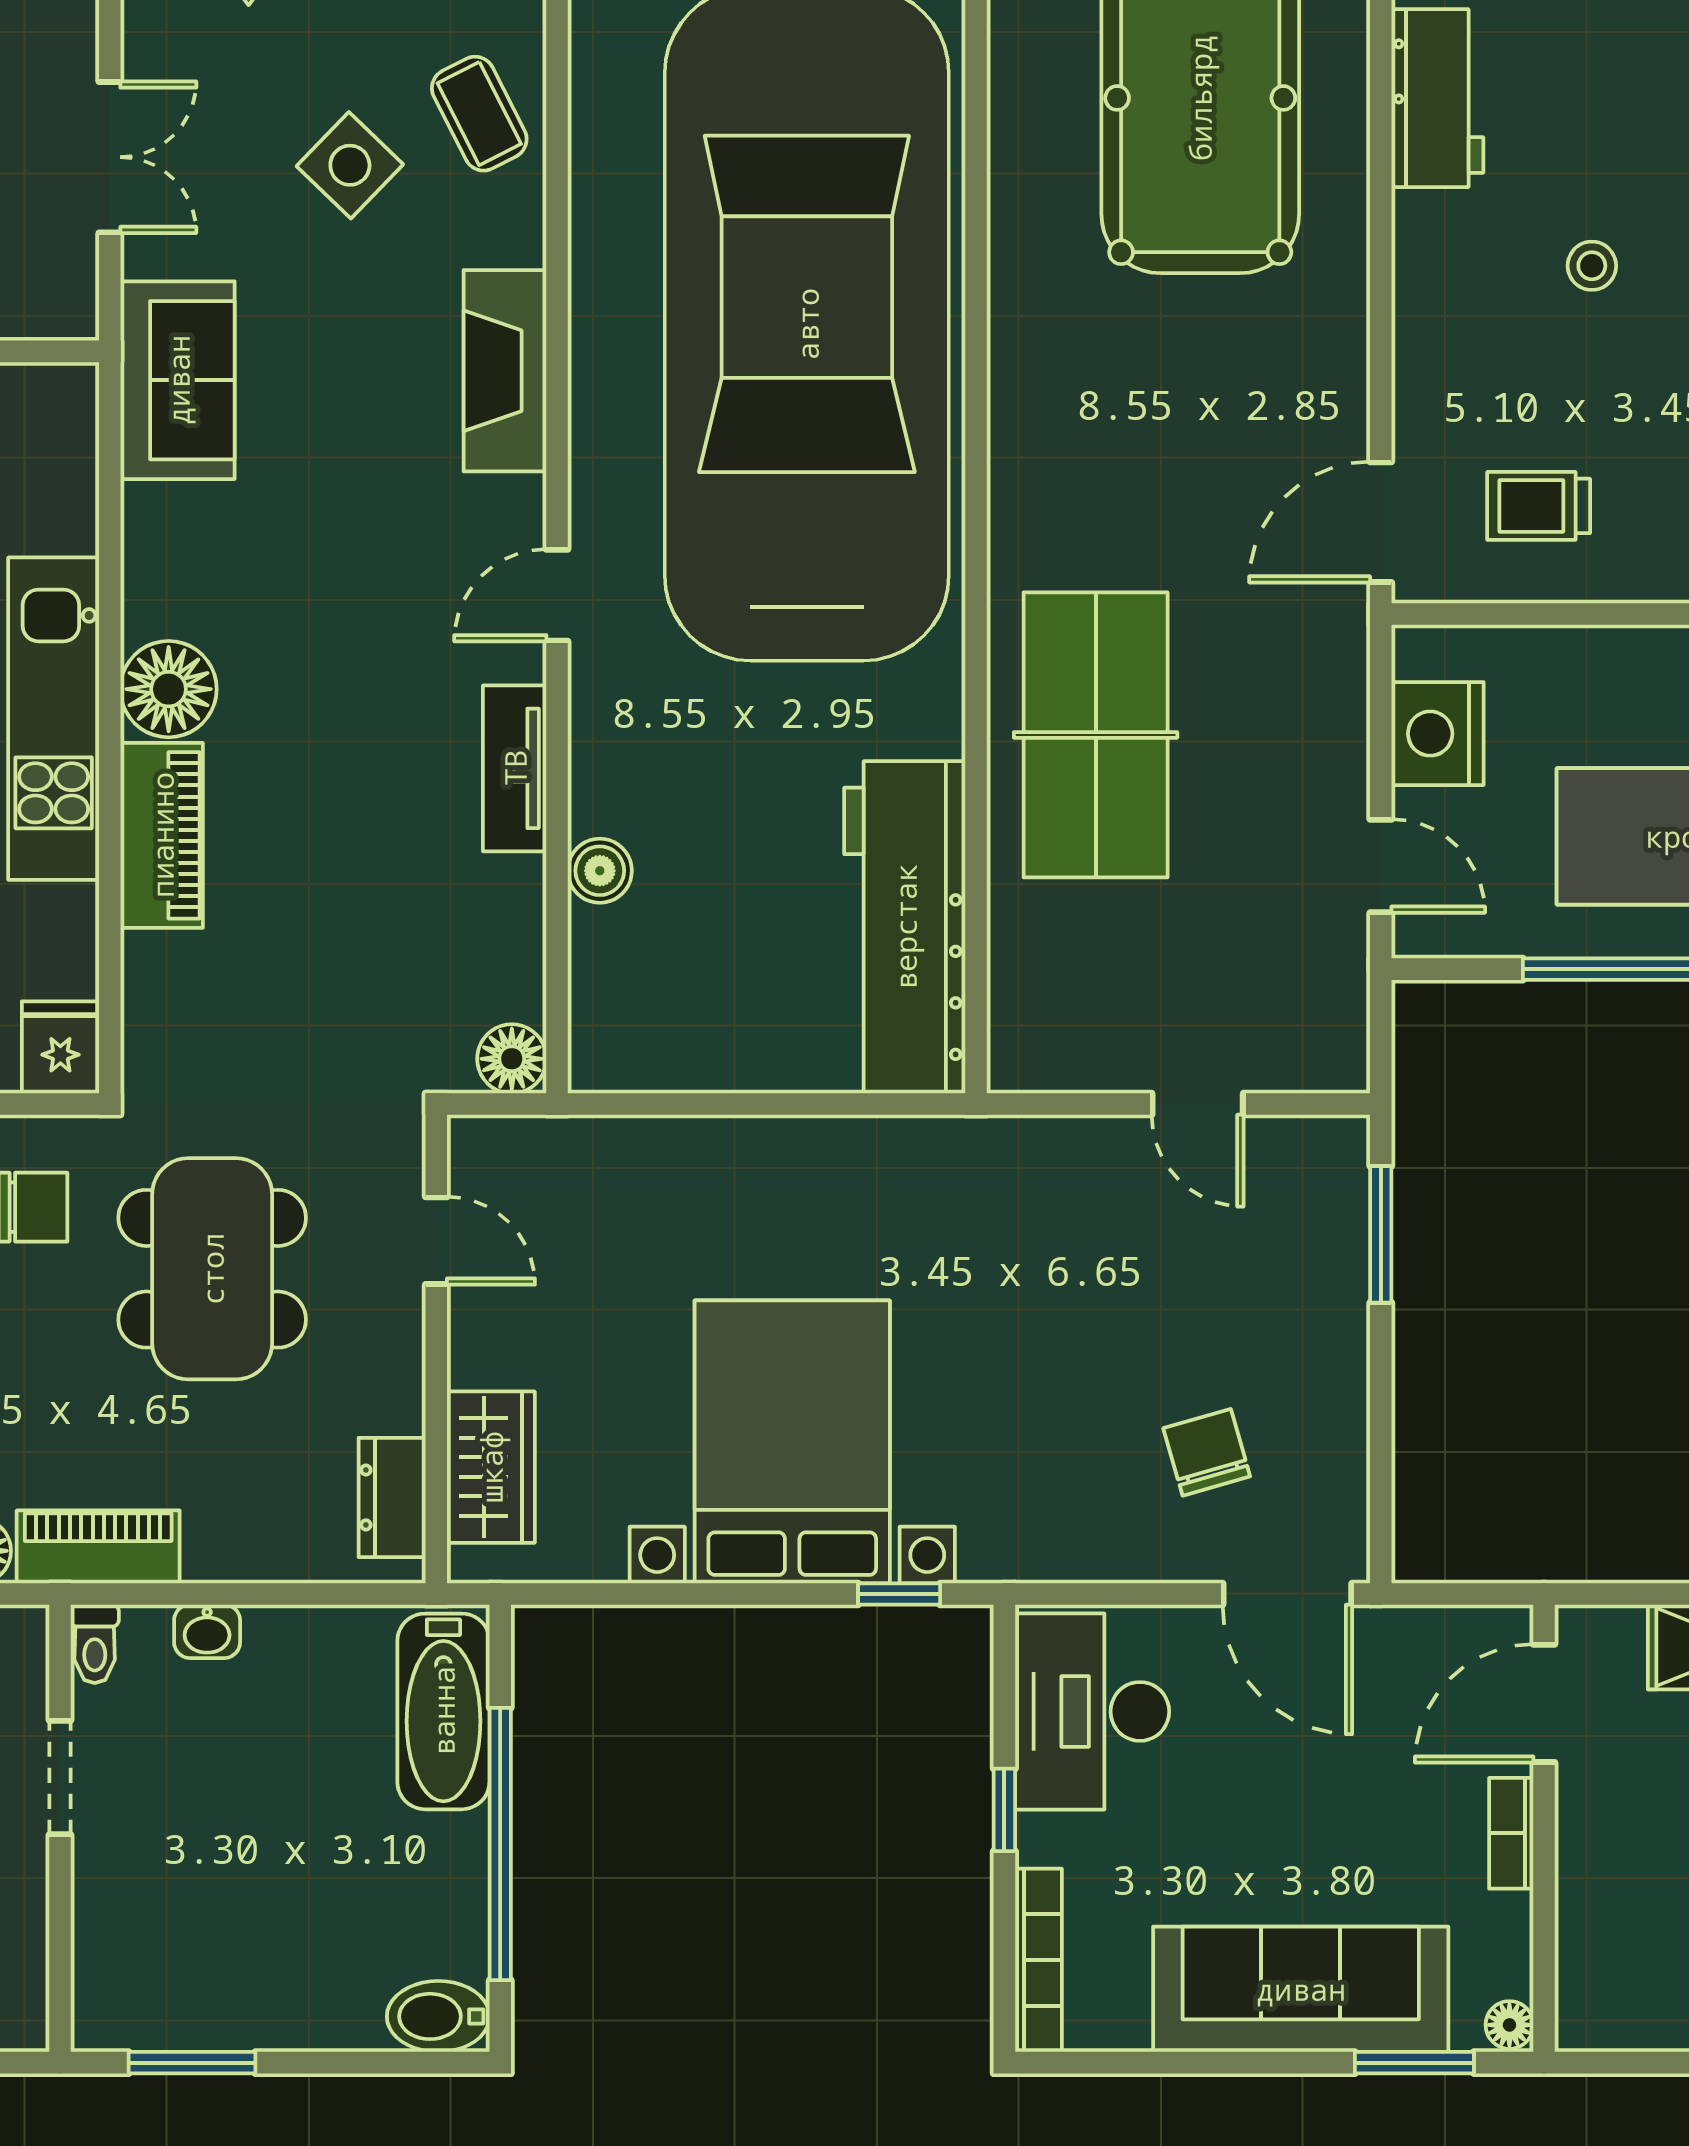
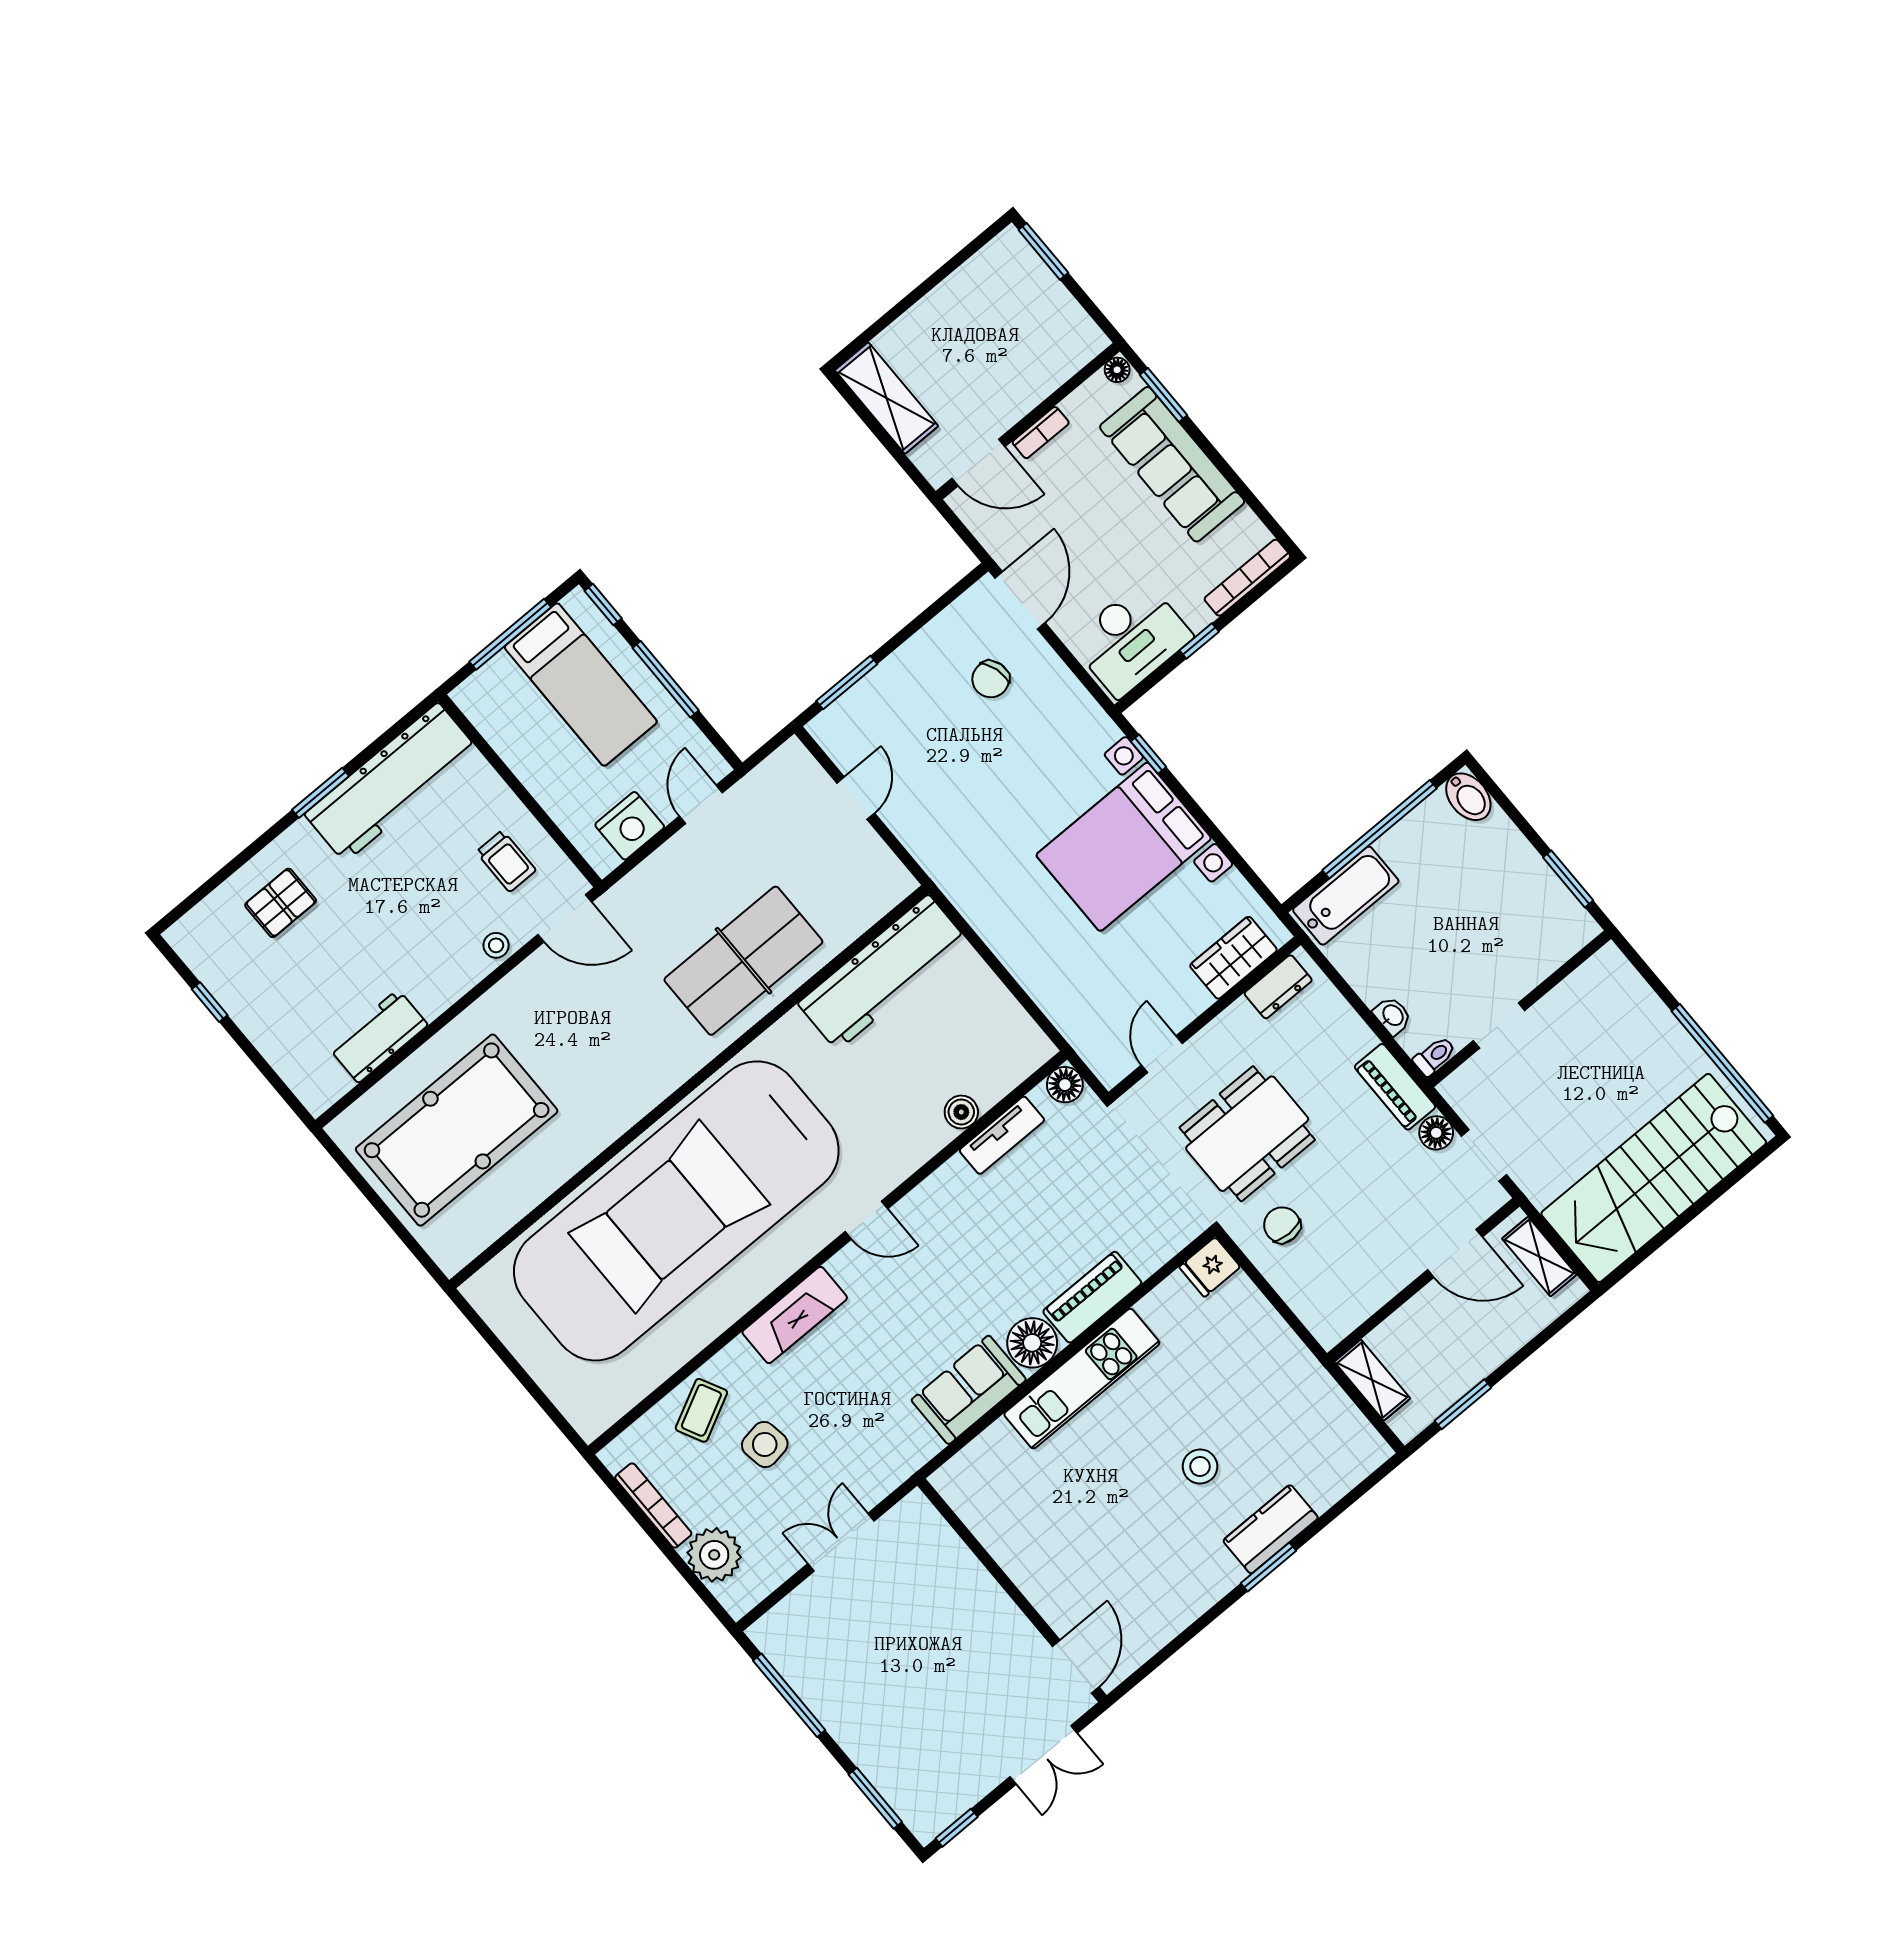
side table: (350, 165) -> (765, 1444), turned 37
stool: (1592, 266) -> (496, 945), moved
sofa: (178, 380) -> (969, 1390), moved
tv unit: (515, 768) -> (1002, 1135), moved

